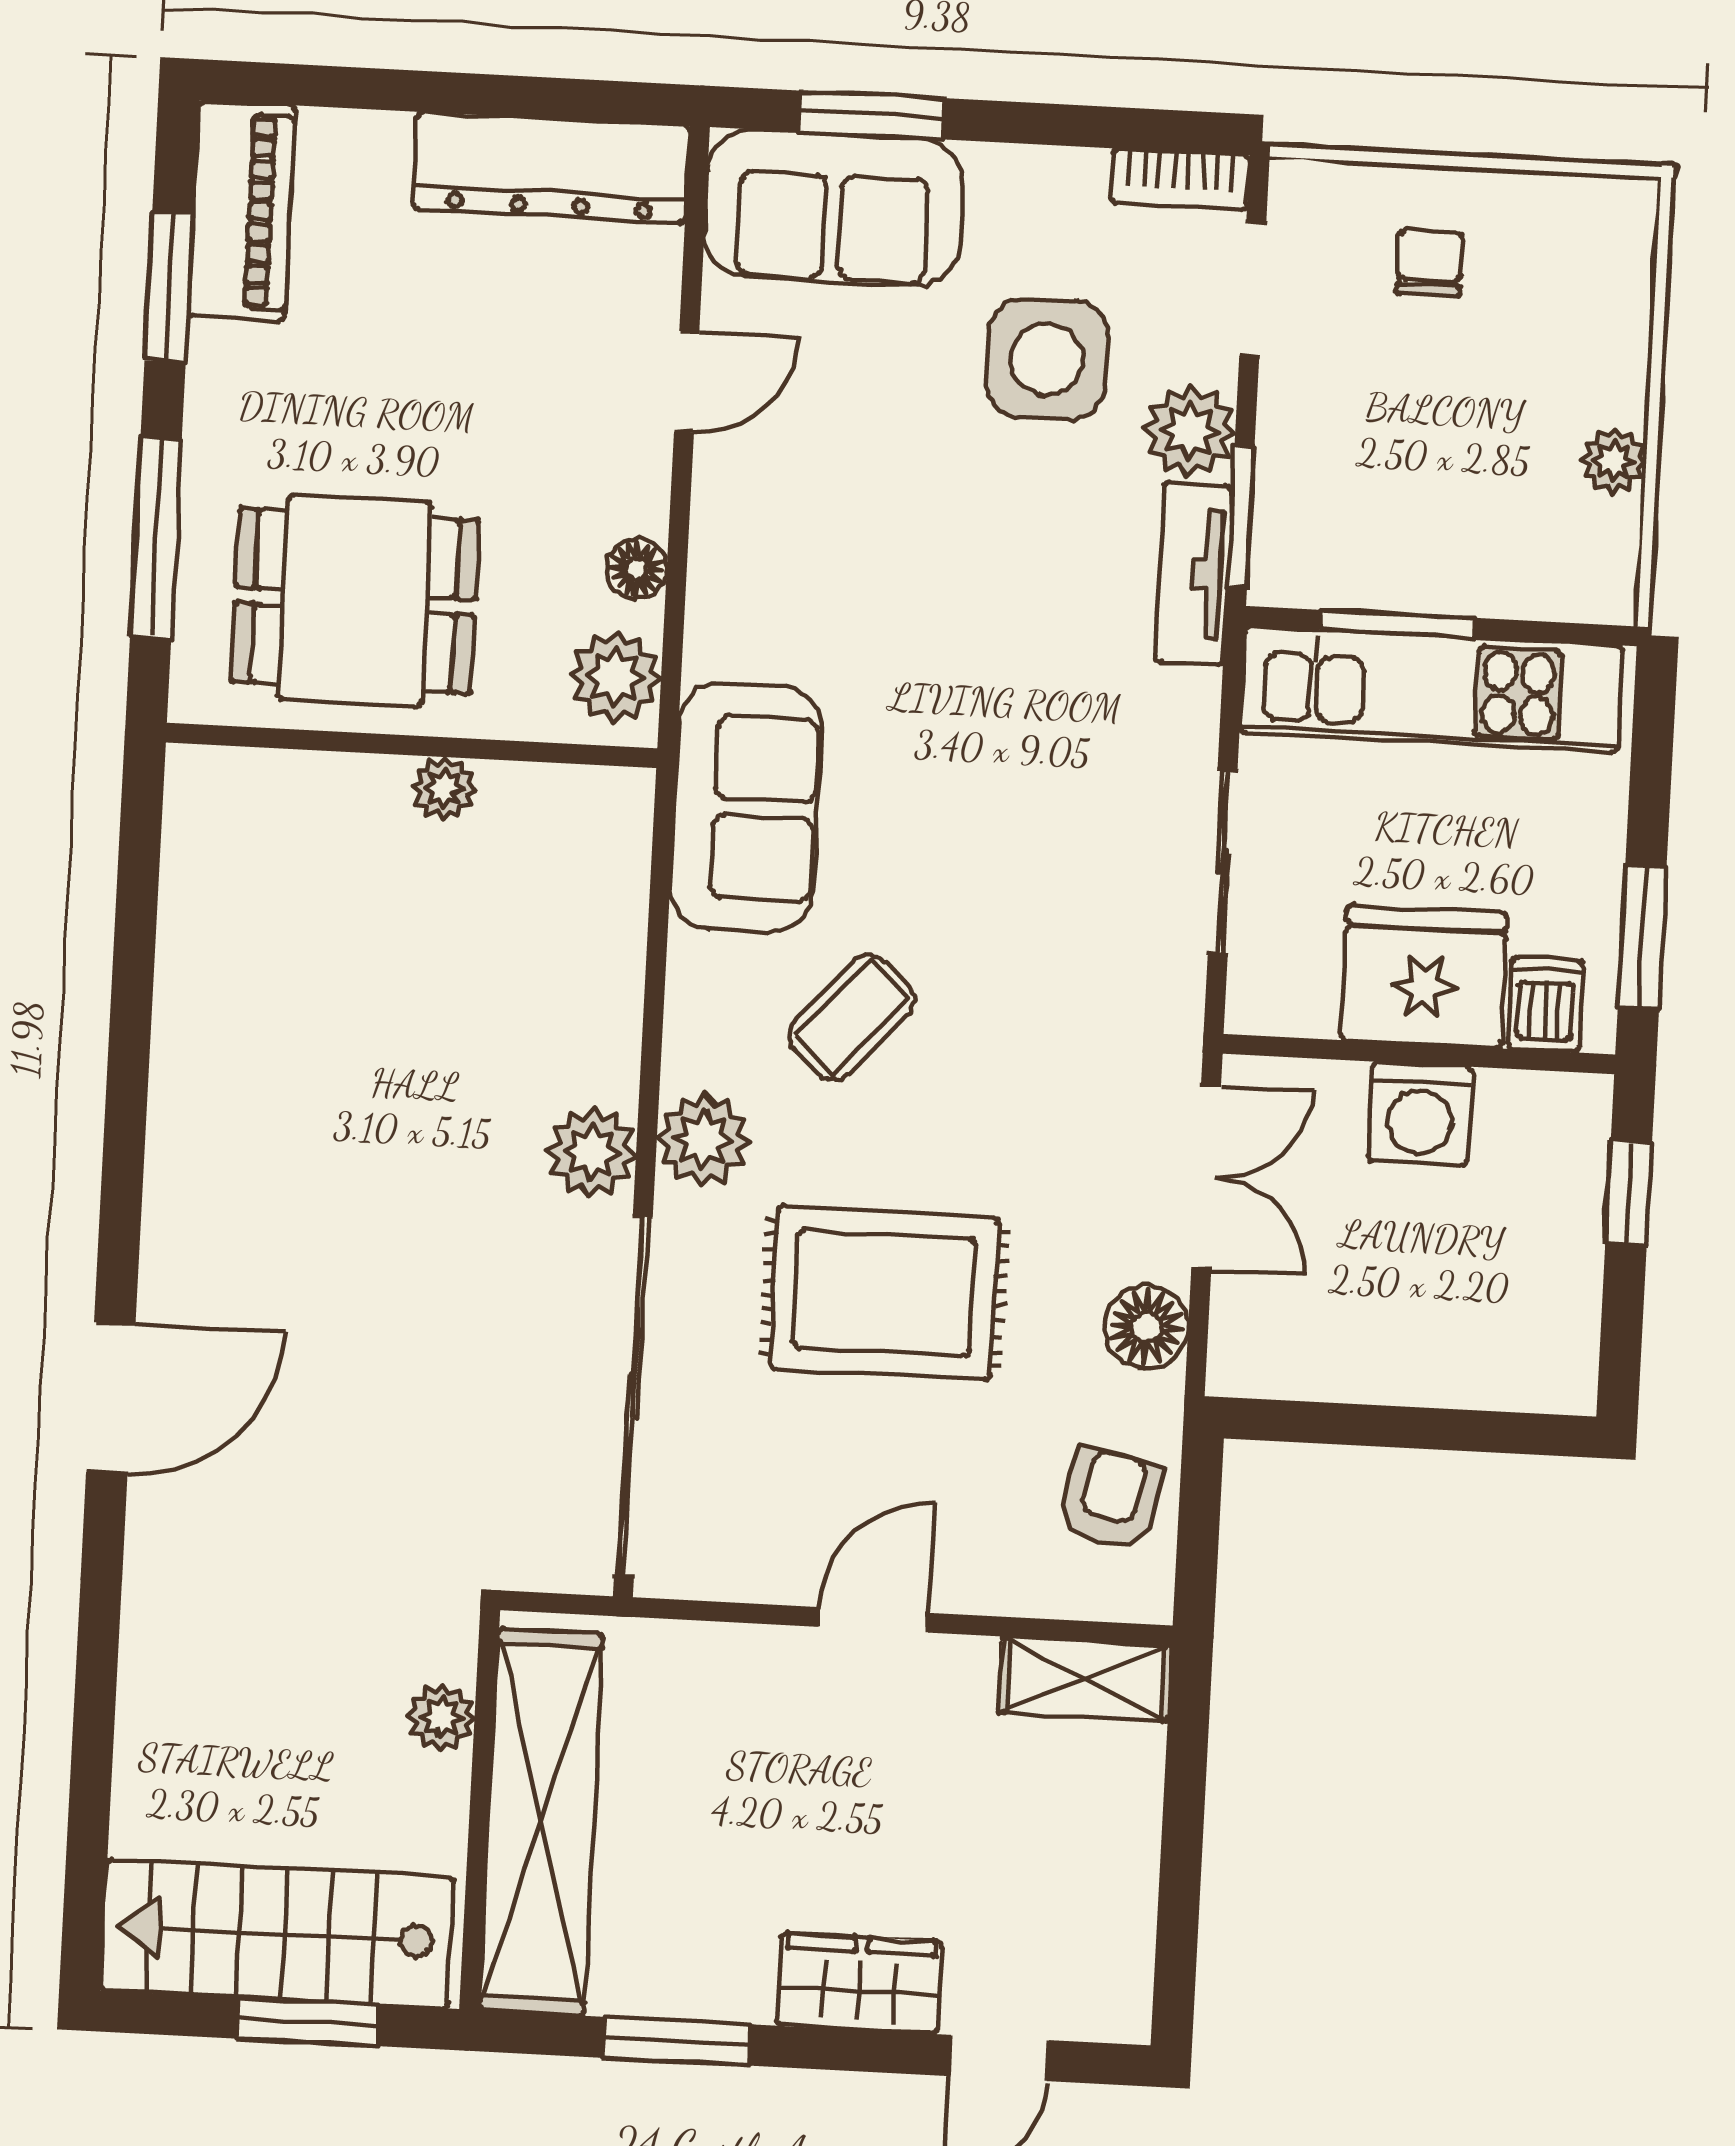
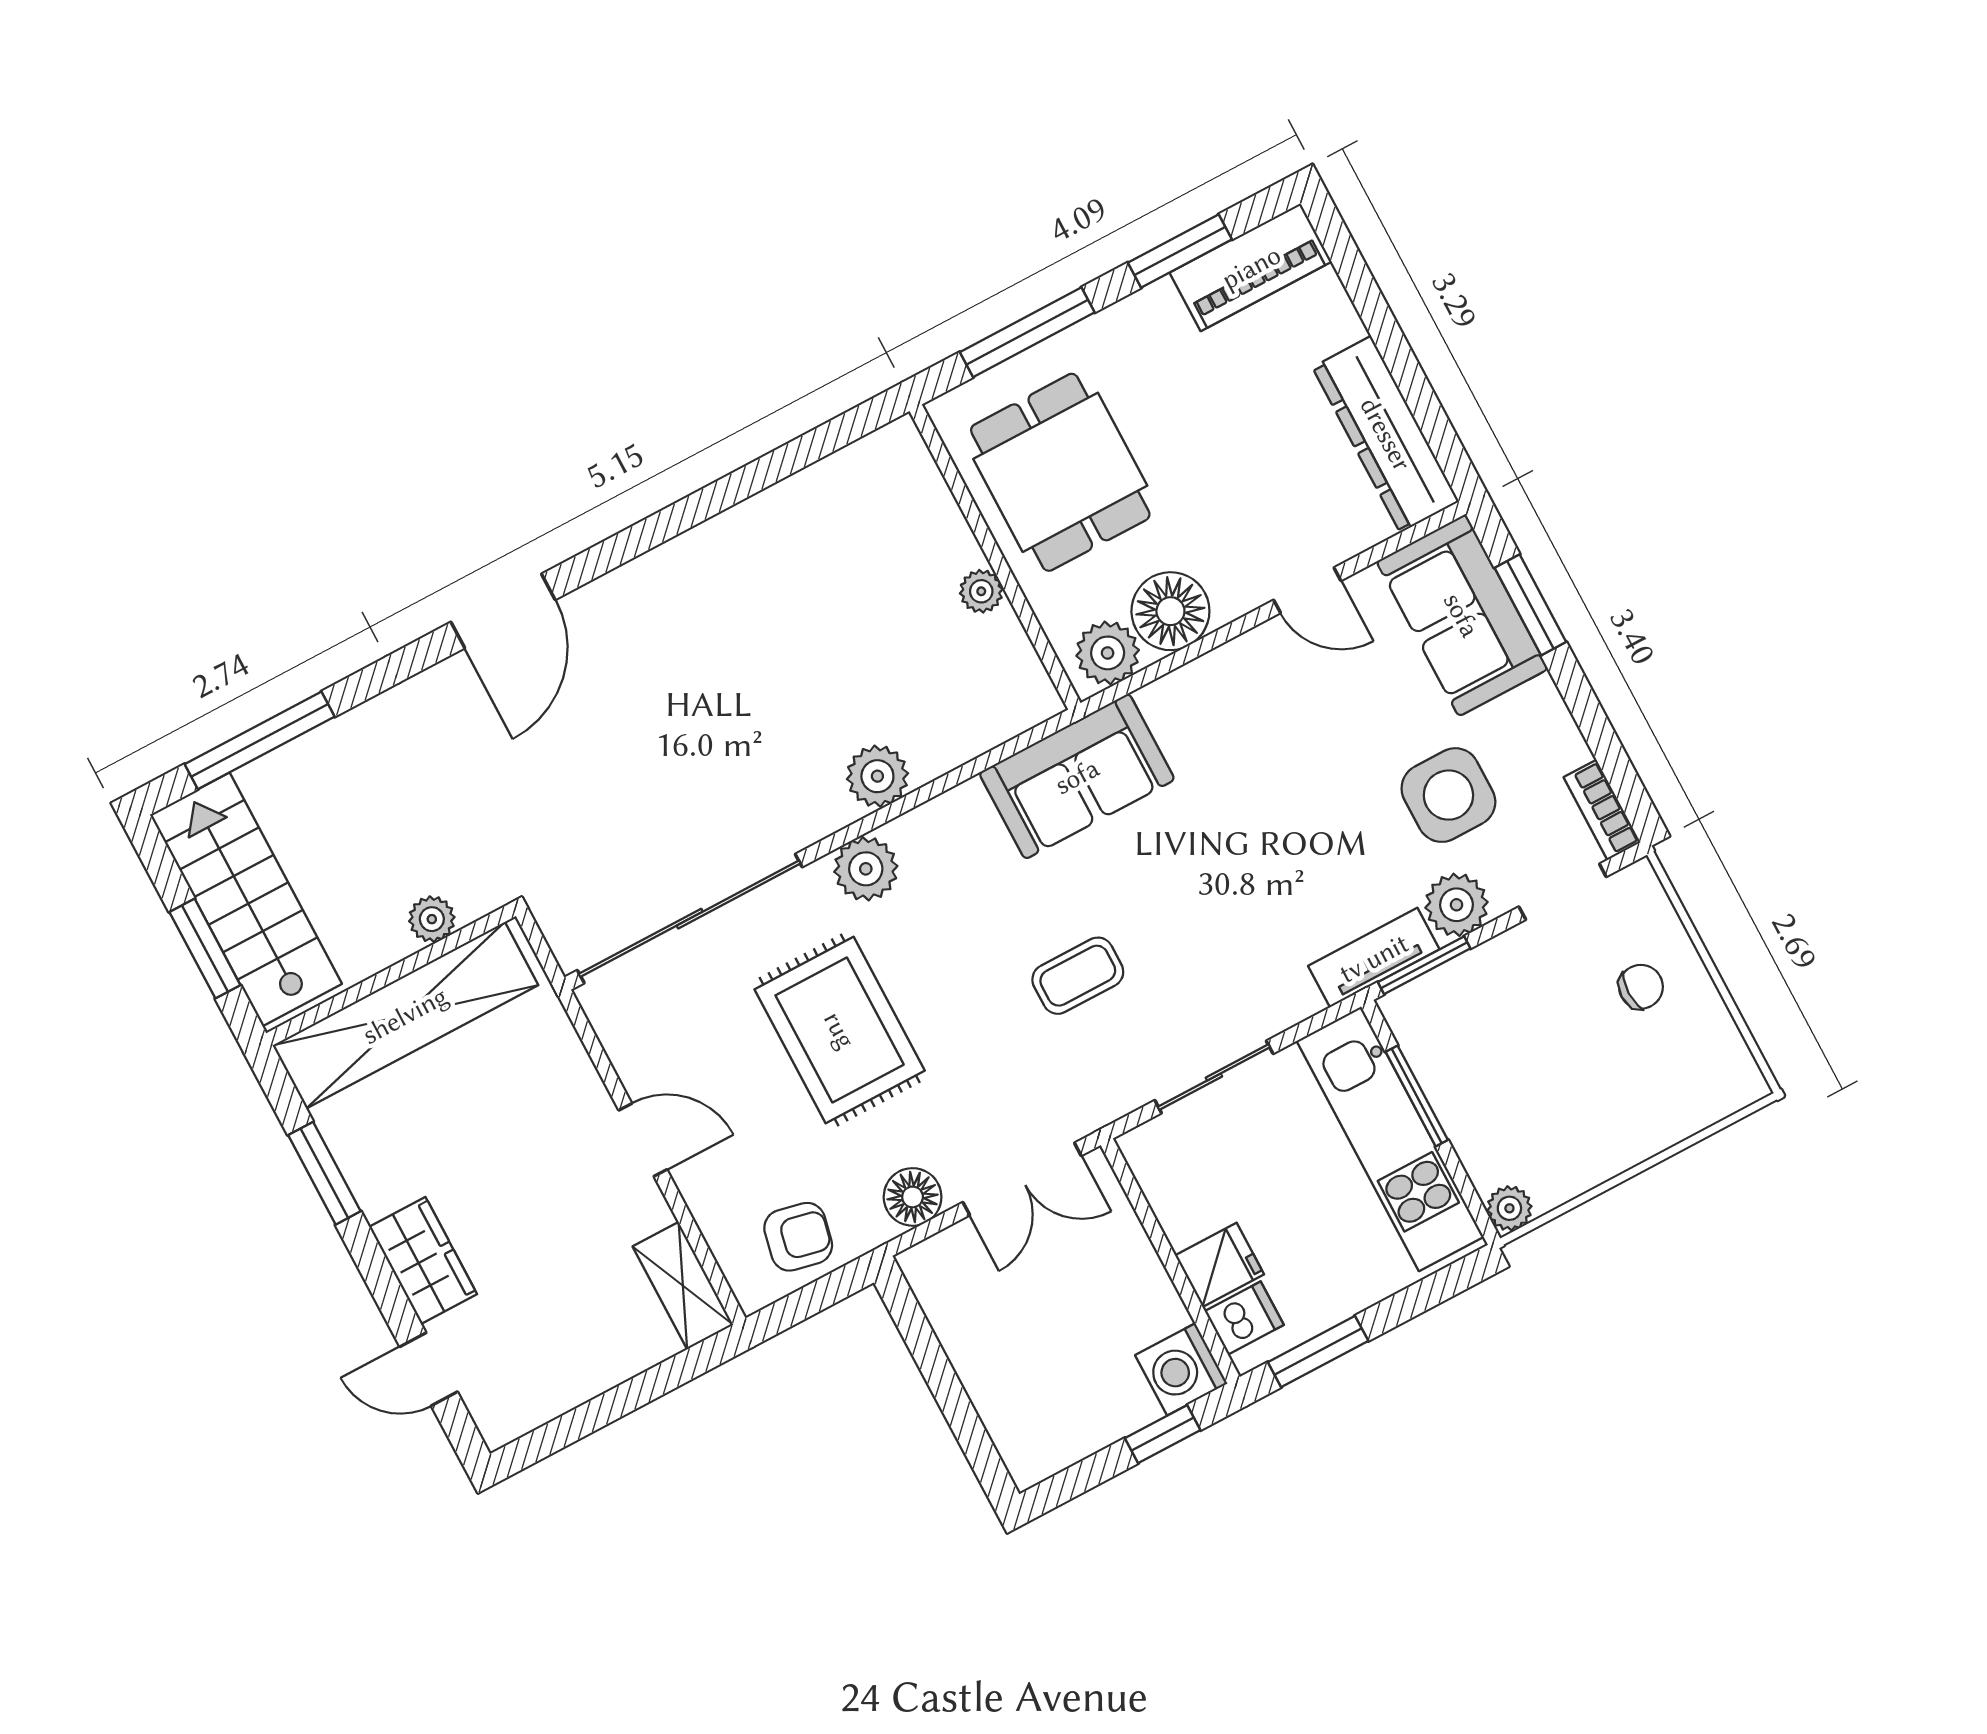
plant: (1614, 461) -> (1509, 1208), moved
floor lamp: (637, 569) -> (1170, 611), width x1.89, depth x1.89
fridge: (1424, 976) -> (1220, 1265), width x0.53, depth x0.75
coffee table: (852, 1018) -> (1078, 976), moved, turned -42
washing machine: (1420, 1114) -> (1181, 1369), moved
plant: (591, 1153) -> (877, 776), moved
door: (111, 1398) -> (503, 611), hinge flipped
window: (90, 1798) -> (260, 740), added

